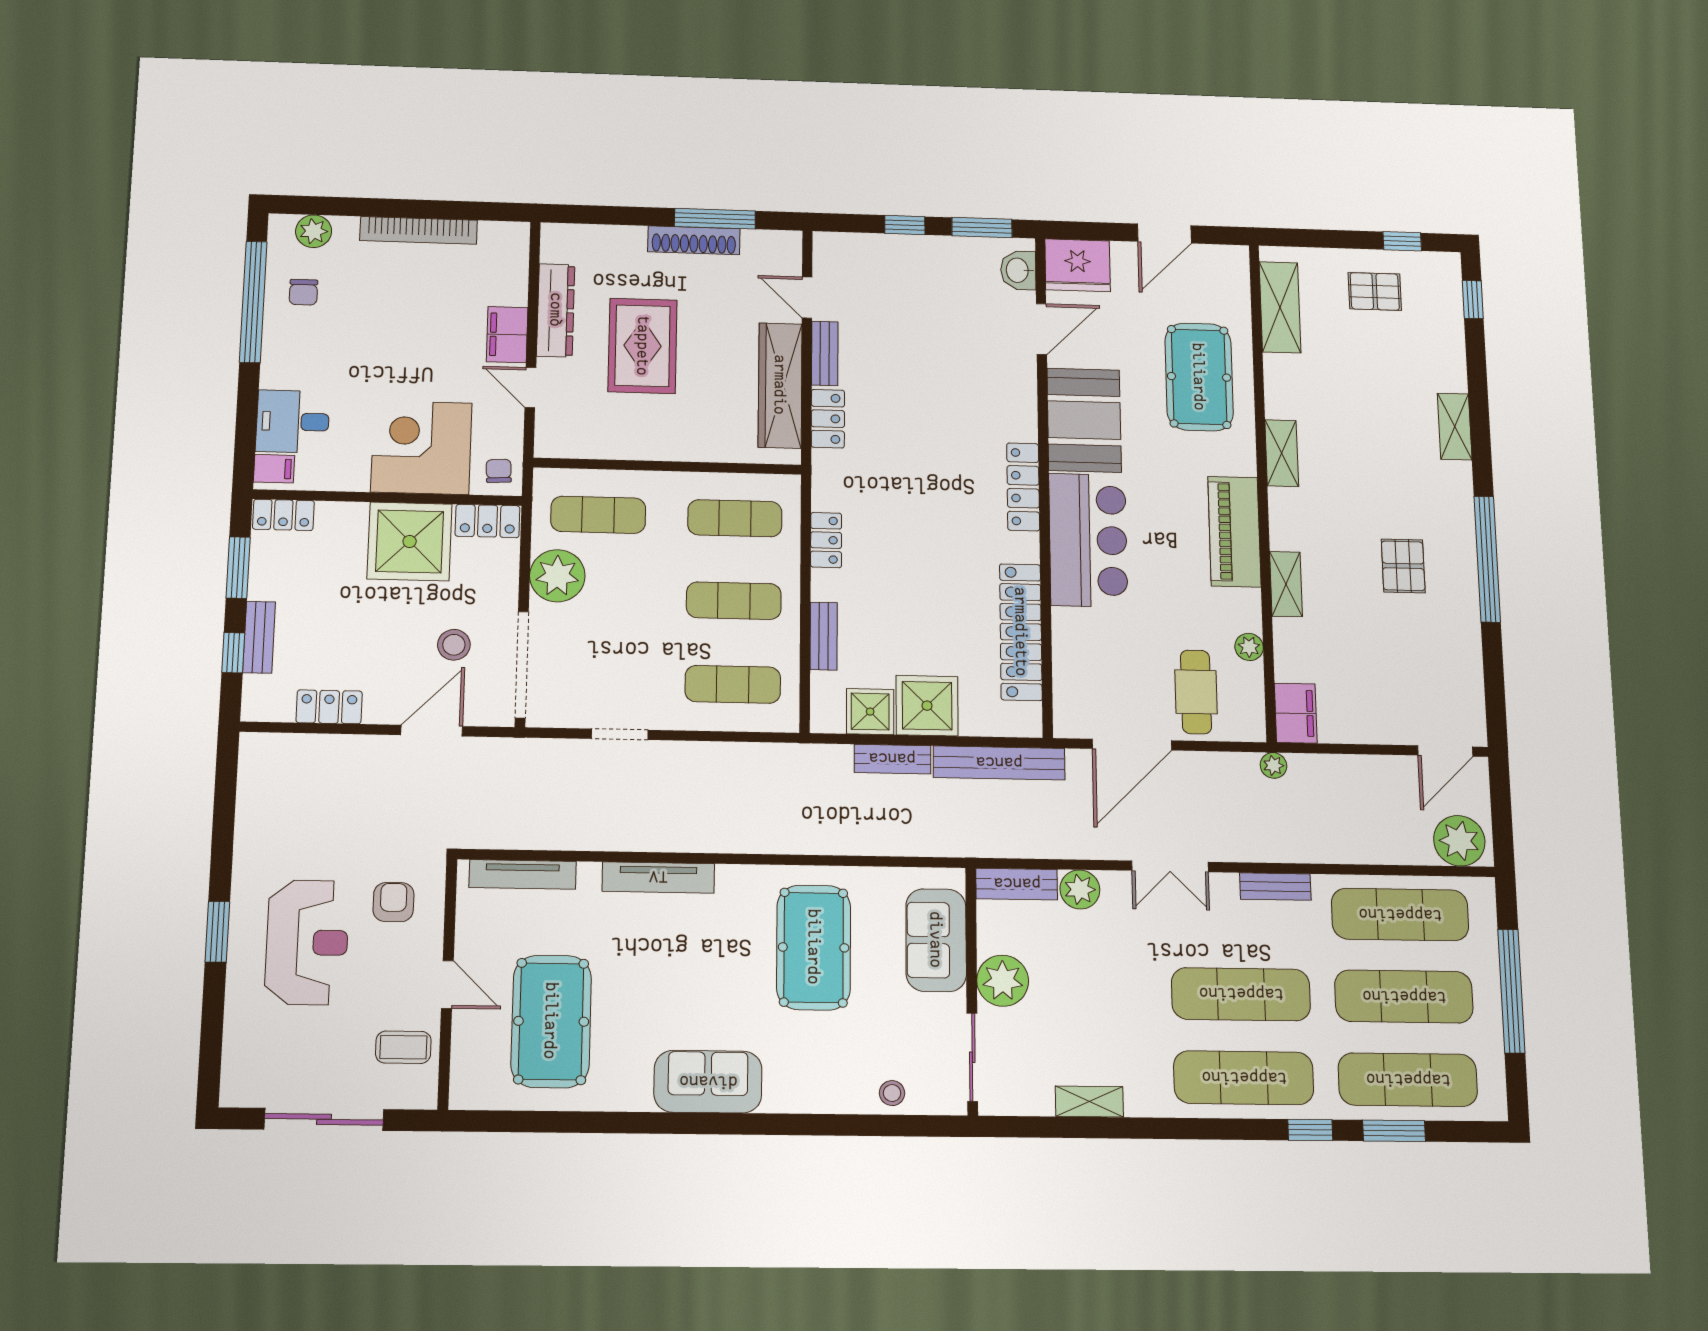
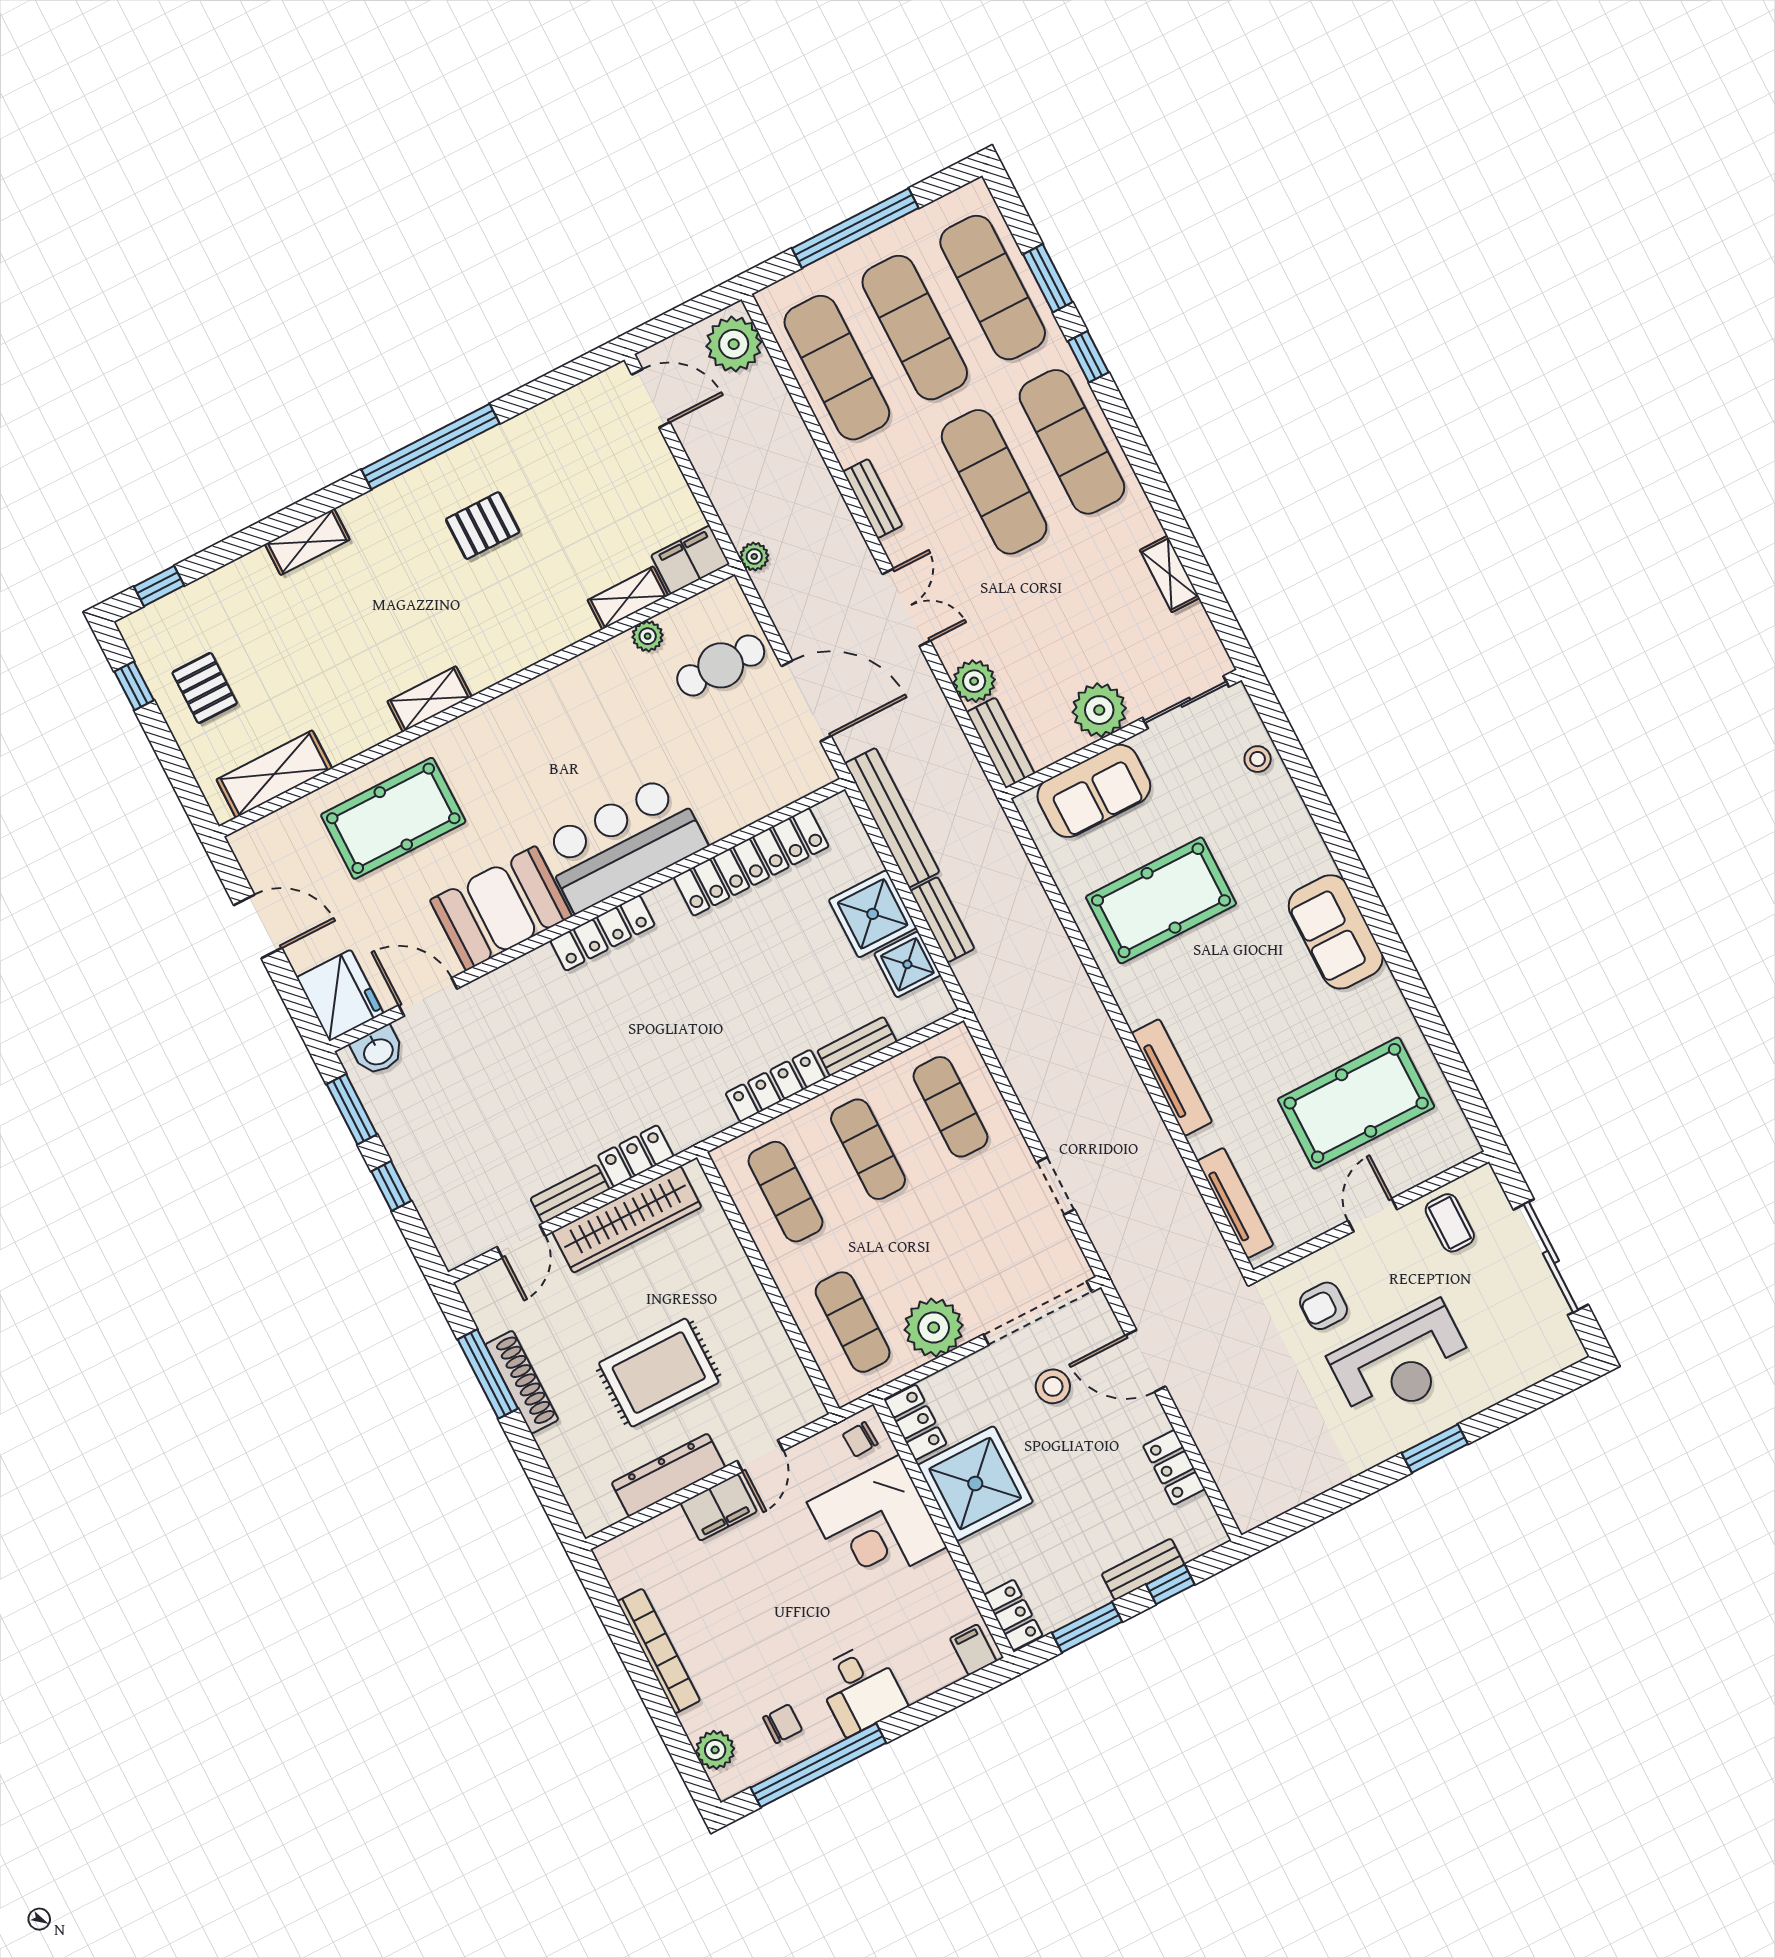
desk: (293, 422) -> (860, 1689), moved
piano: (1234, 532) -> (537, 706), removed
locker: (826, 540) -> (775, 1086), width x1.53
shelving: (1286, 584) -> (628, 598), moved
reception desk: (307, 942) -> (1402, 1363), turned 180

